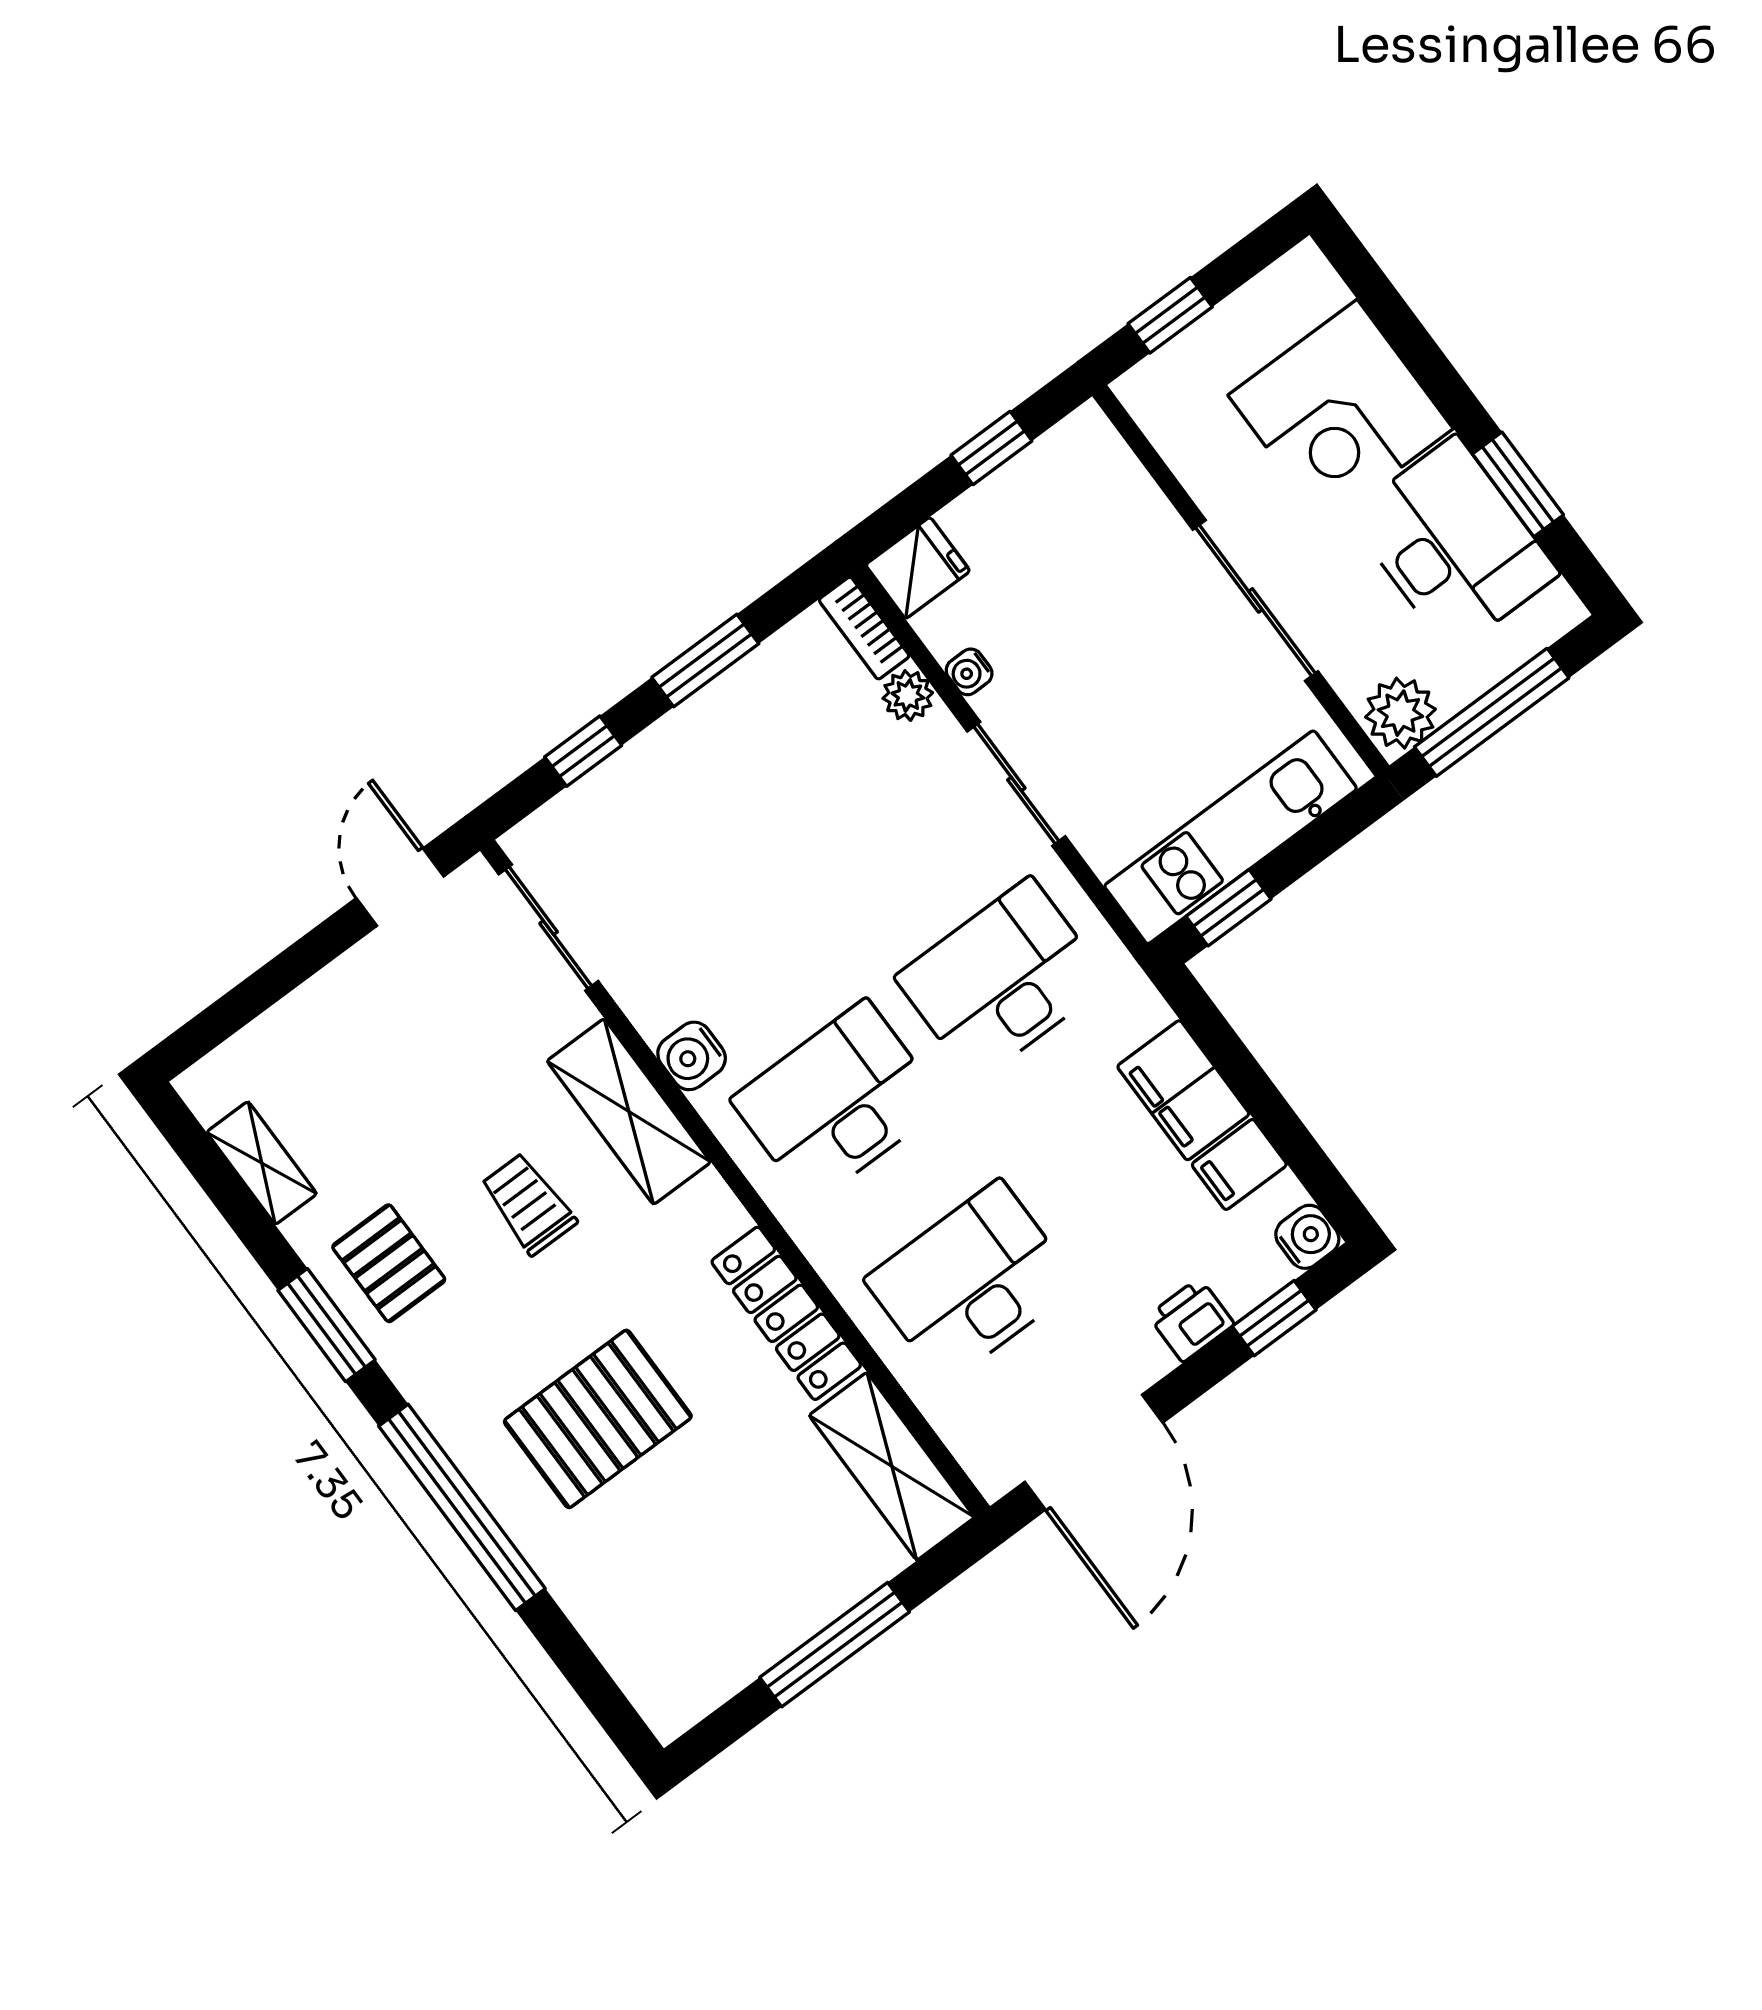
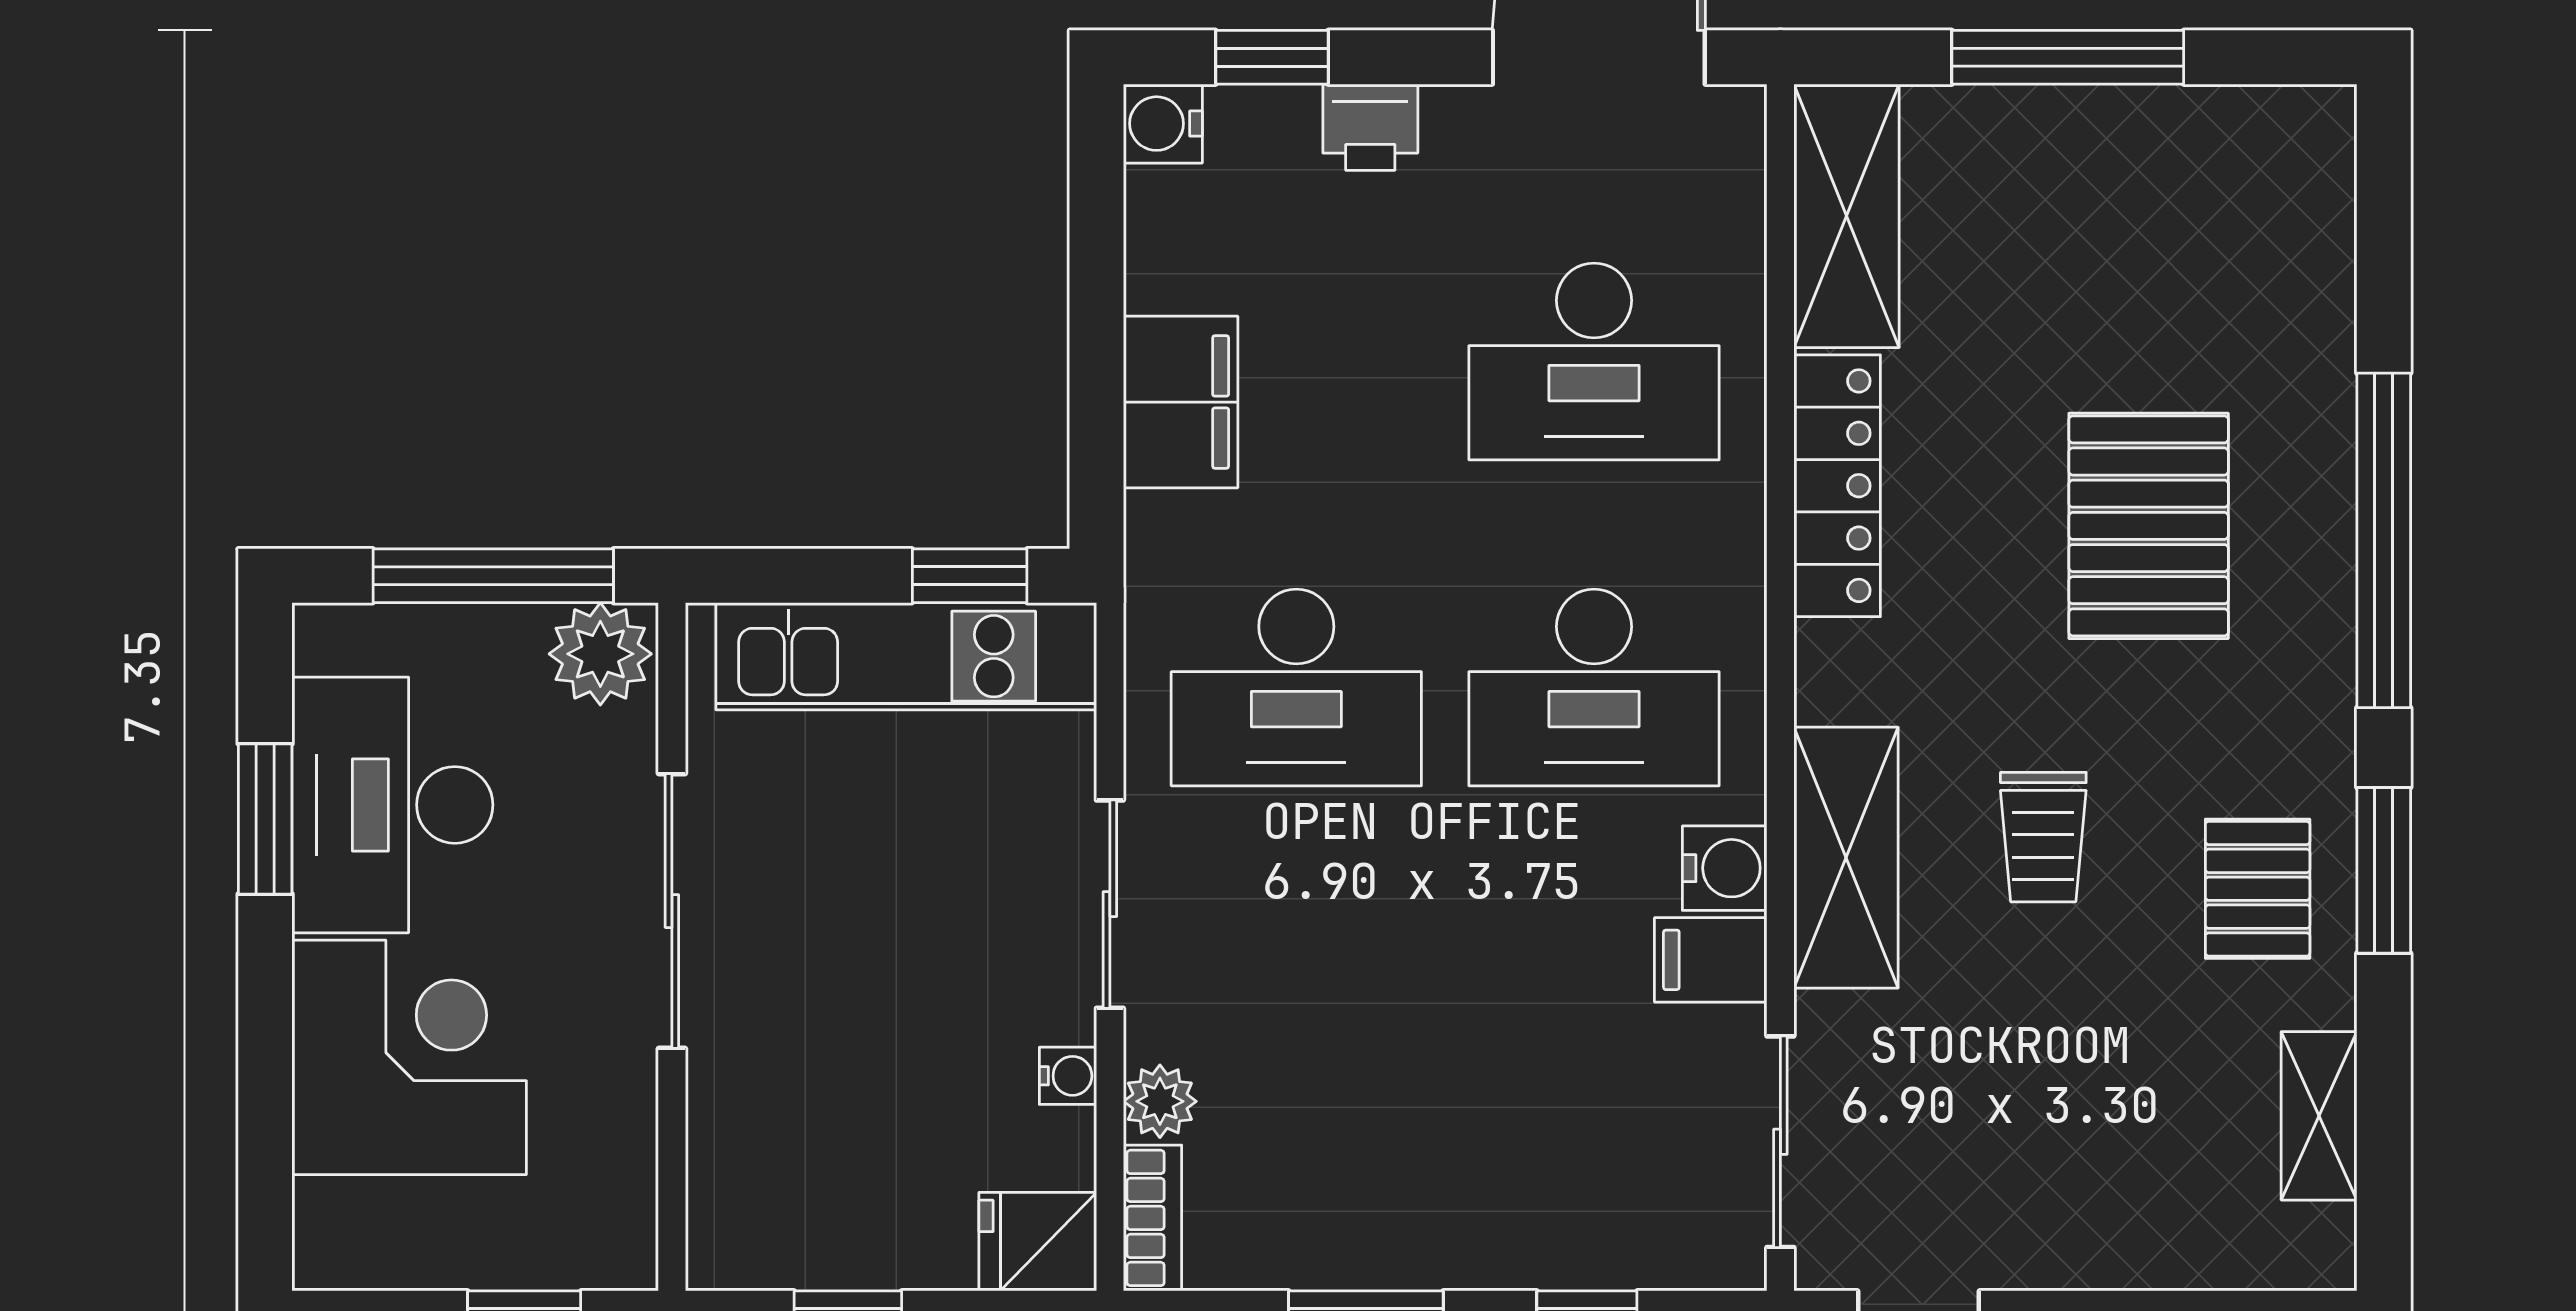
filing cabinet: (1239, 1164) -> (1711, 960), moved, turned 180
pallet: (598, 1419) -> (2149, 526), turned 90

